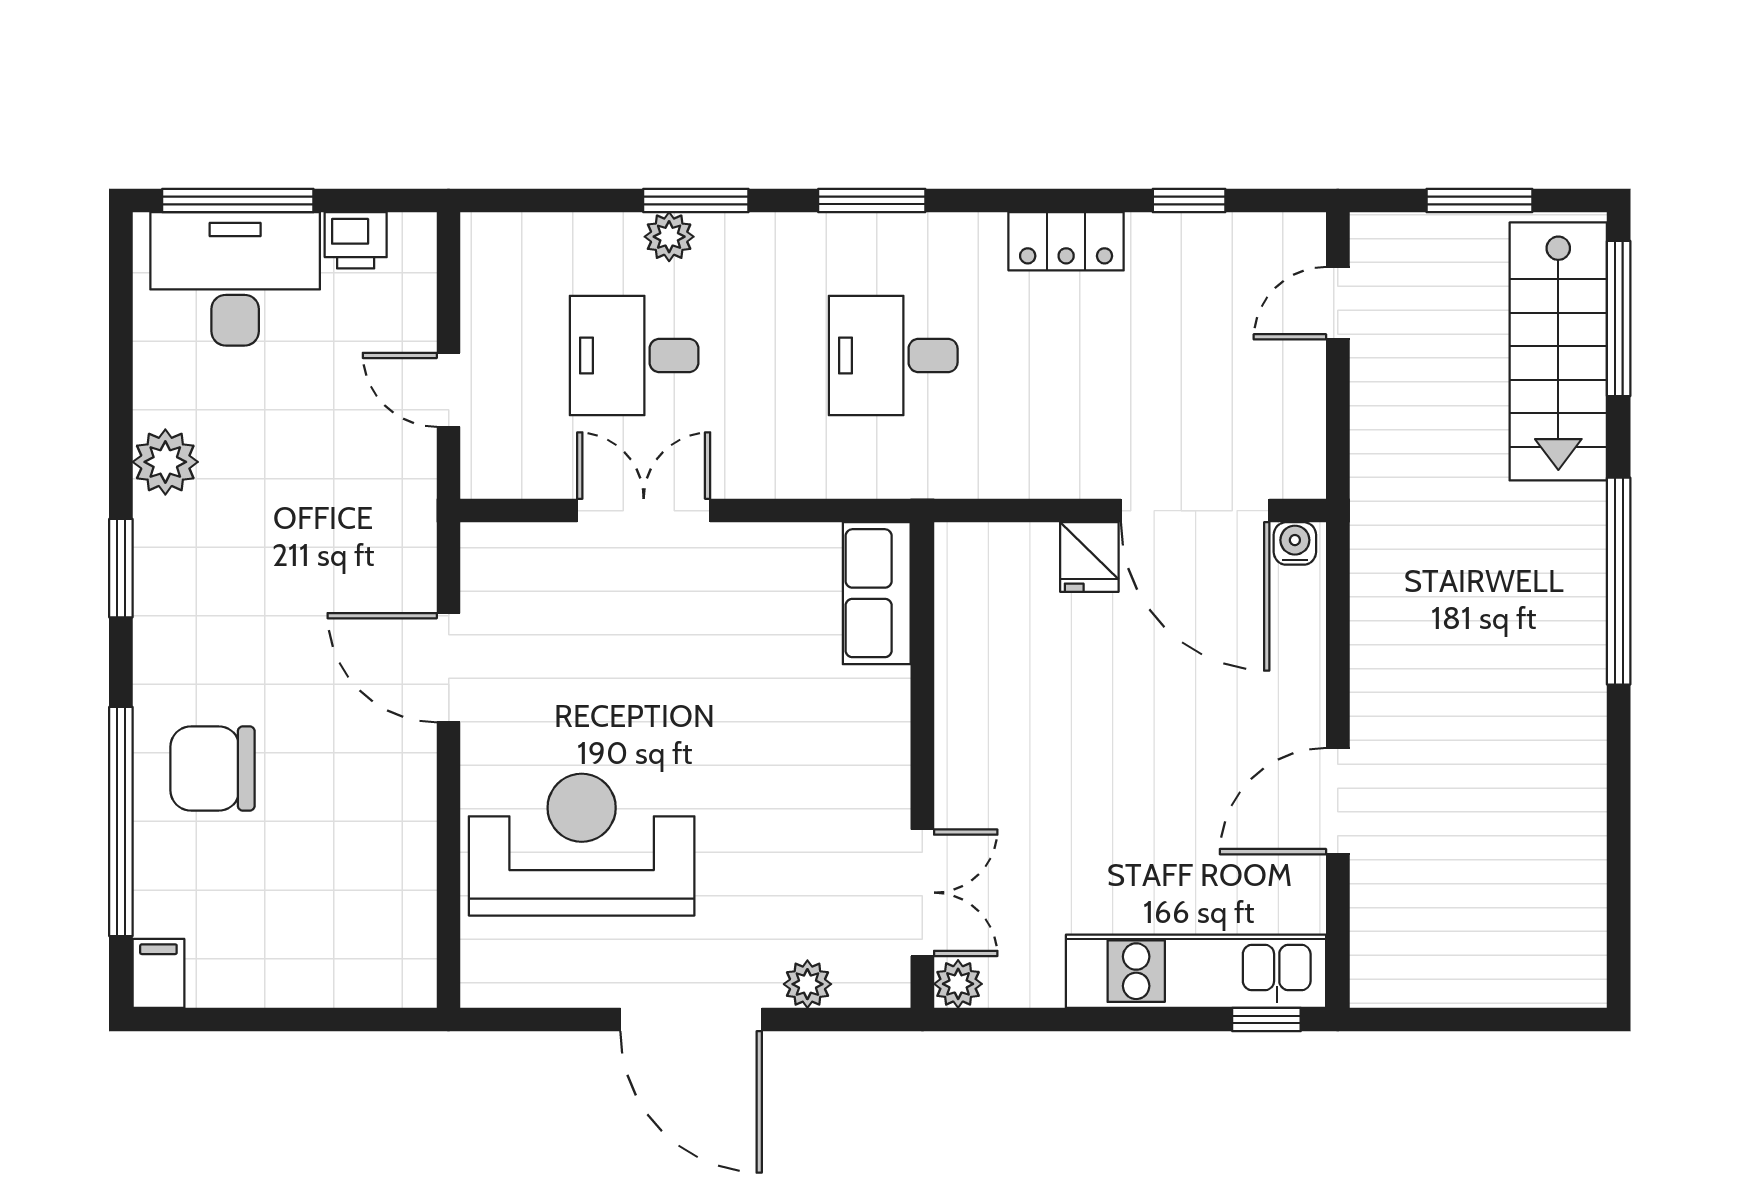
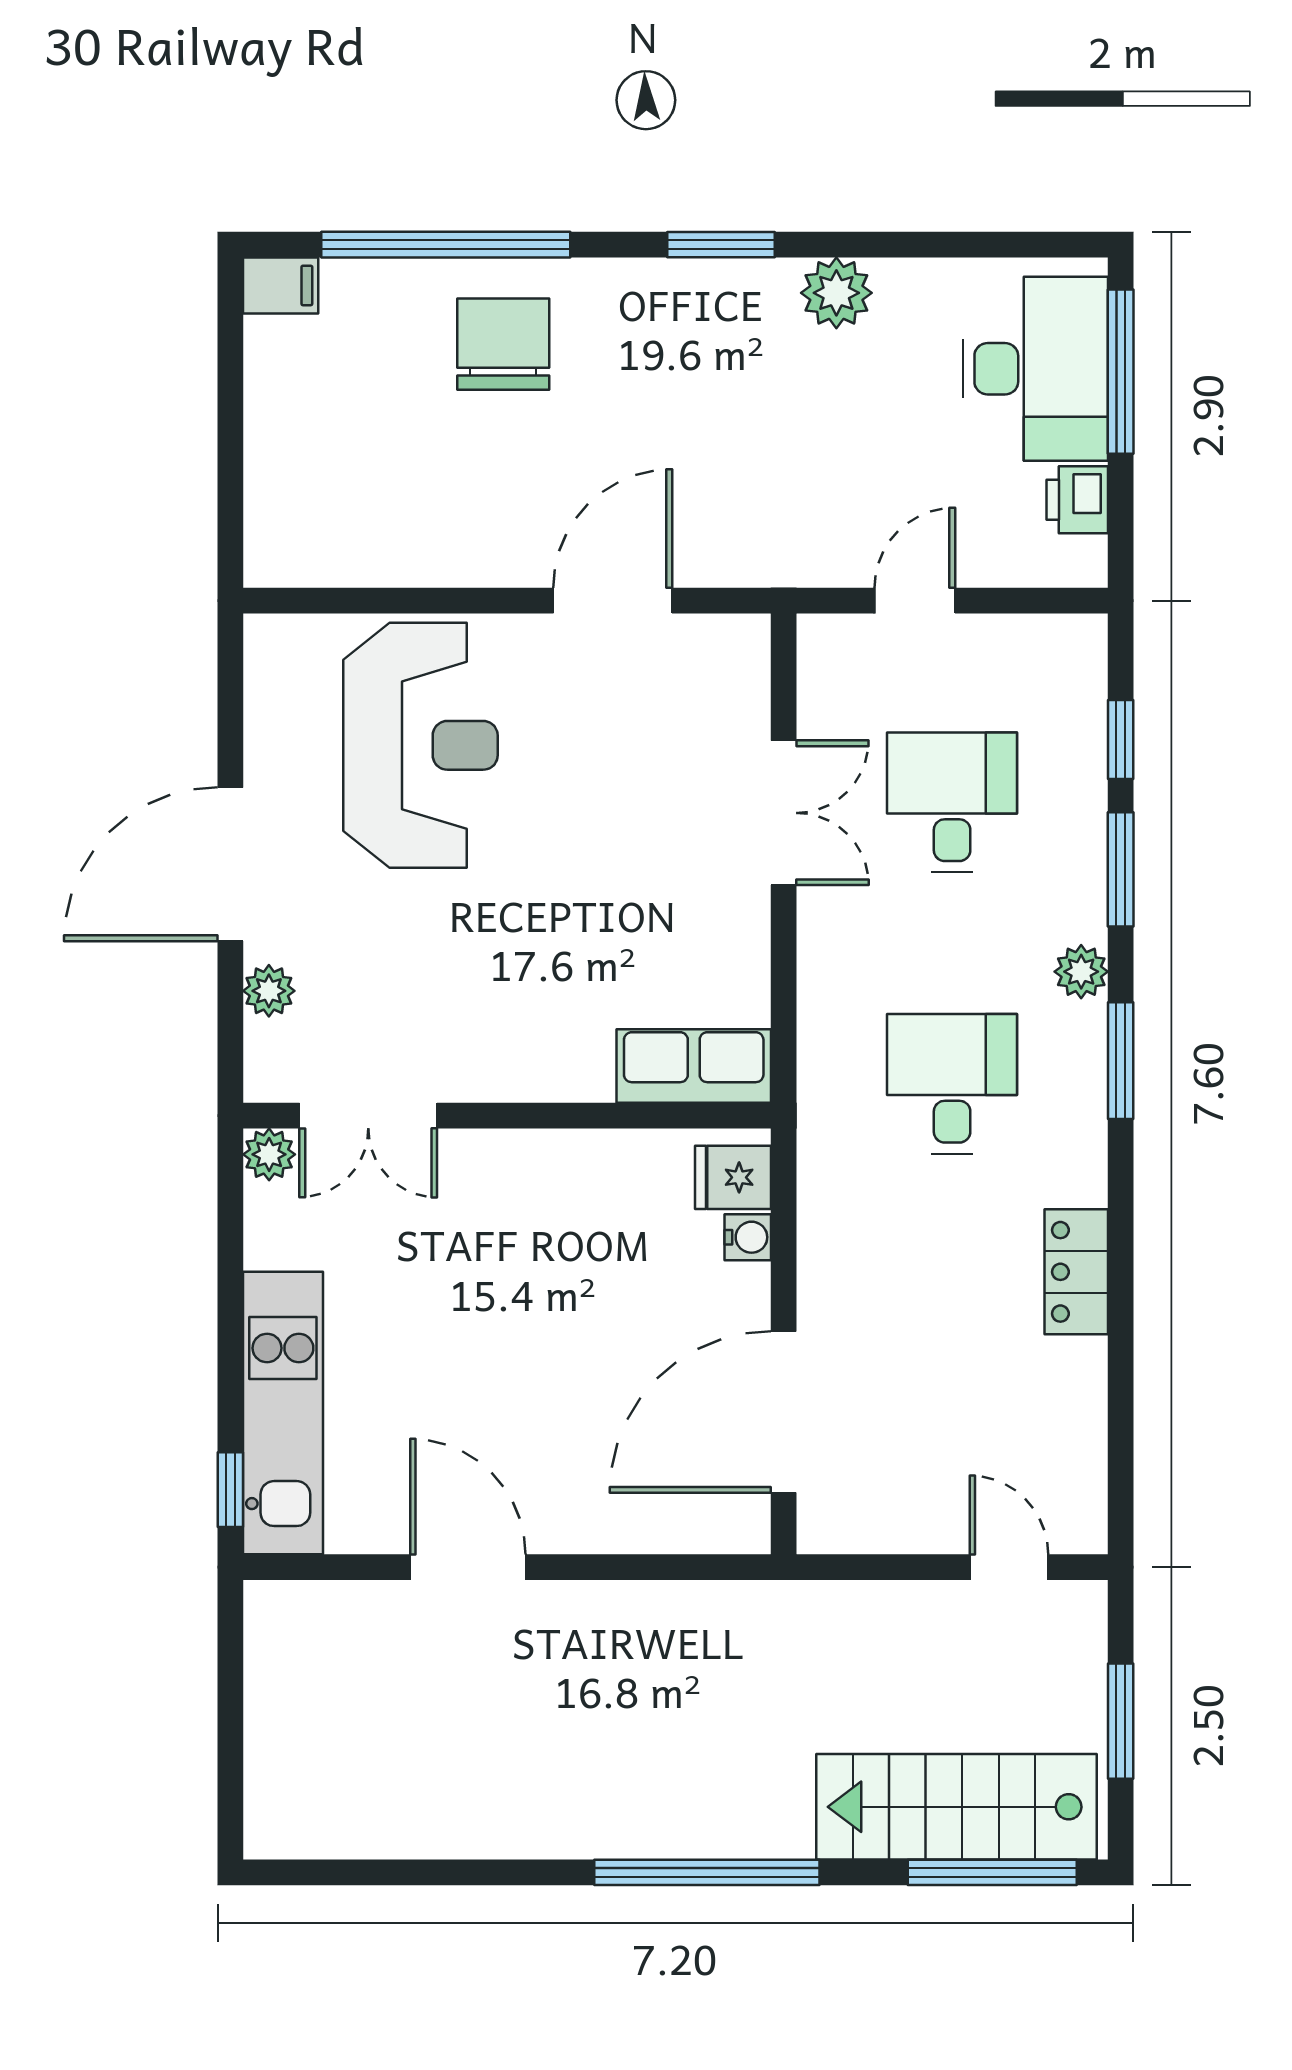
window: (1189, 200) -> (1121, 739), moved
plant: (669, 237) -> (1081, 972), moved
water cooler: (1295, 543) -> (748, 1237), moved
fridge: (1089, 557) -> (733, 1177), moved

